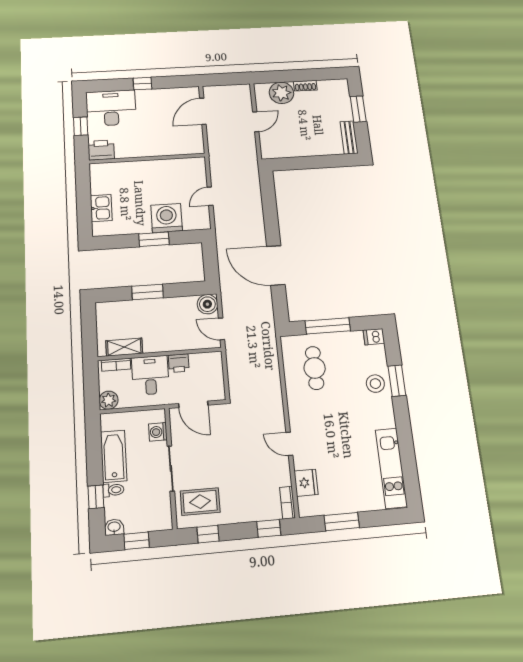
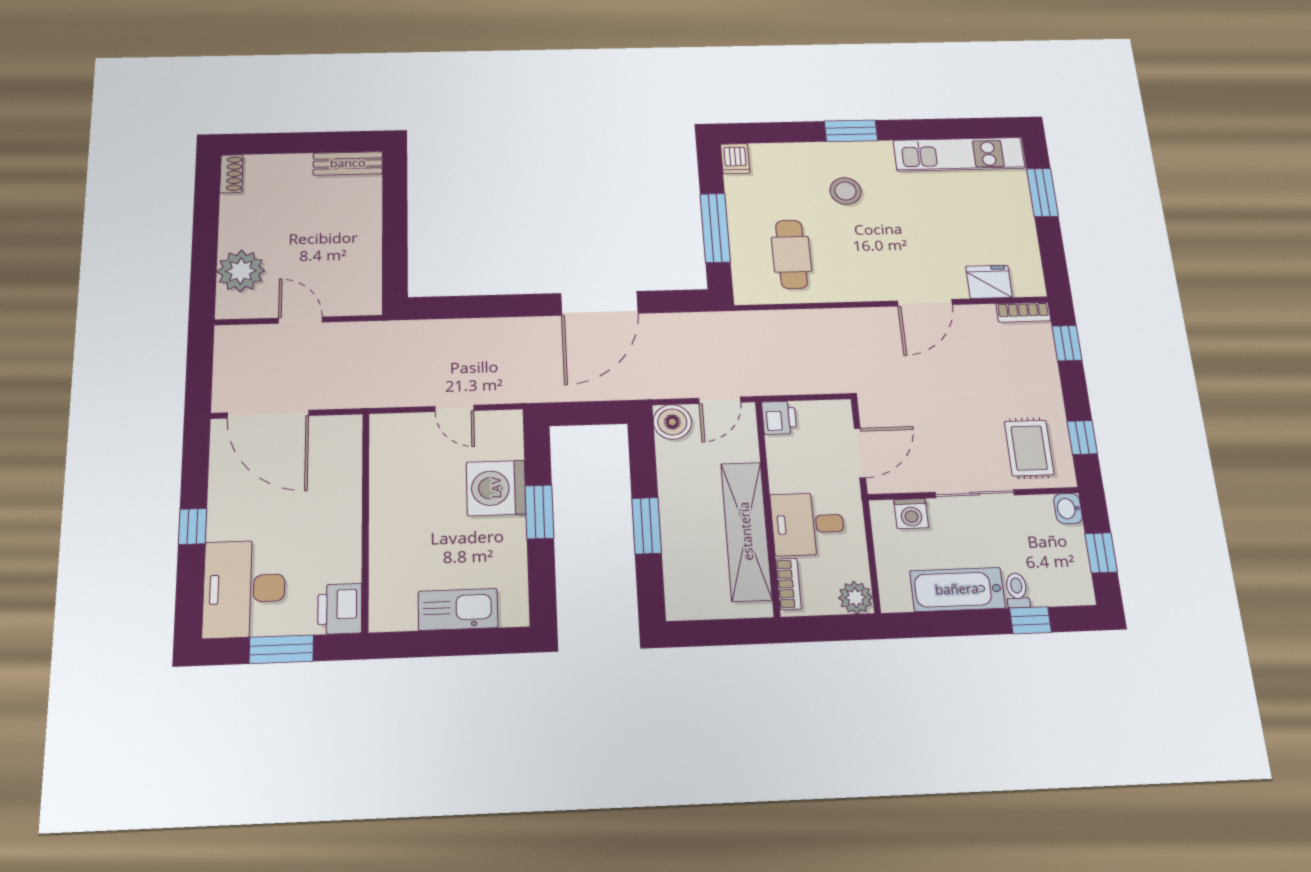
shoe rack: (305, 86) -> (231, 174), moved
window: (358, 109) -> (289, 143), removed
door: (203, 111) -> (268, 414), width x1.36
window: (81, 126) -> (281, 649), width x1.50
kitchen sink: (101, 208) -> (458, 609), width x1.38
shelving: (124, 347) -> (746, 531), width x2.20, depth x1.33
printer: (179, 363) -> (779, 418), moved
cafe table: (315, 368) -> (791, 254), turned 90
window: (397, 381) -> (851, 131), moved
stool: (375, 384) -> (845, 191), moved
door: (289, 444) -> (925, 303), width x1.38
window: (342, 522) -> (1042, 192), moved
washbasin: (114, 527) -> (1068, 509), moved

